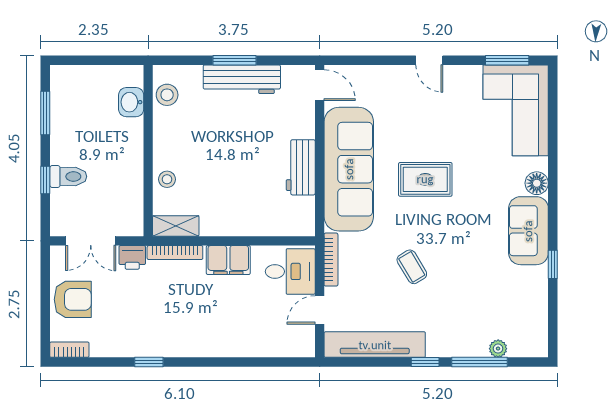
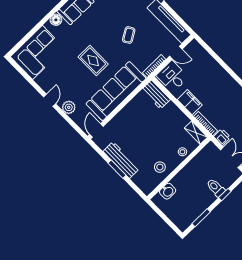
window: (507, 60) -> (23, 73), removed
plant: (392, 78) -> (69, 107), added
stool: (167, 95) -> (160, 167), moved
workbench: (301, 167) -> (156, 95), moved, turned 90

